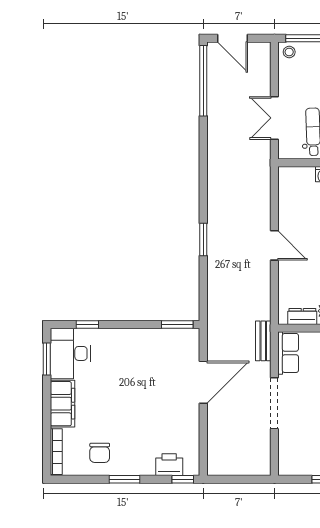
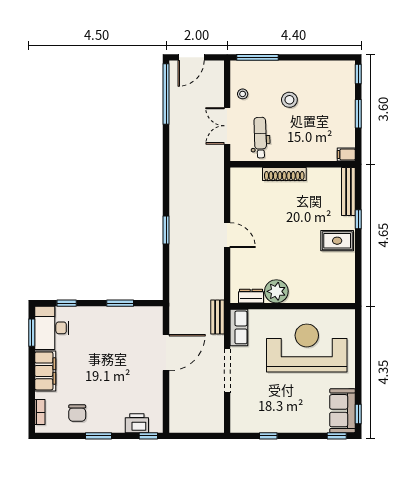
door: (232, 38) -> (191, 57), hinge flipped
stool: (289, 52) -> (243, 94), moved
window: (177, 325) -> (120, 303), moved
bookcase: (56, 452) -> (40, 412), width x0.64

